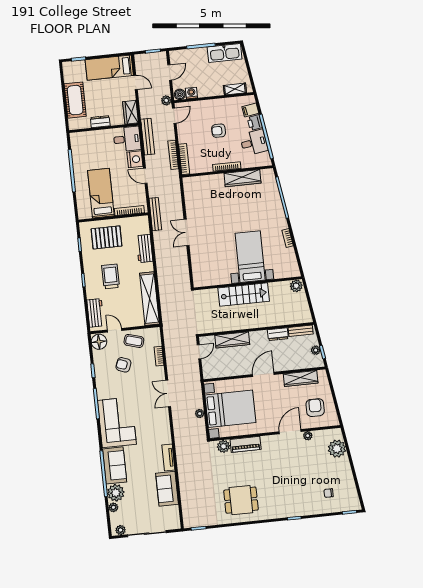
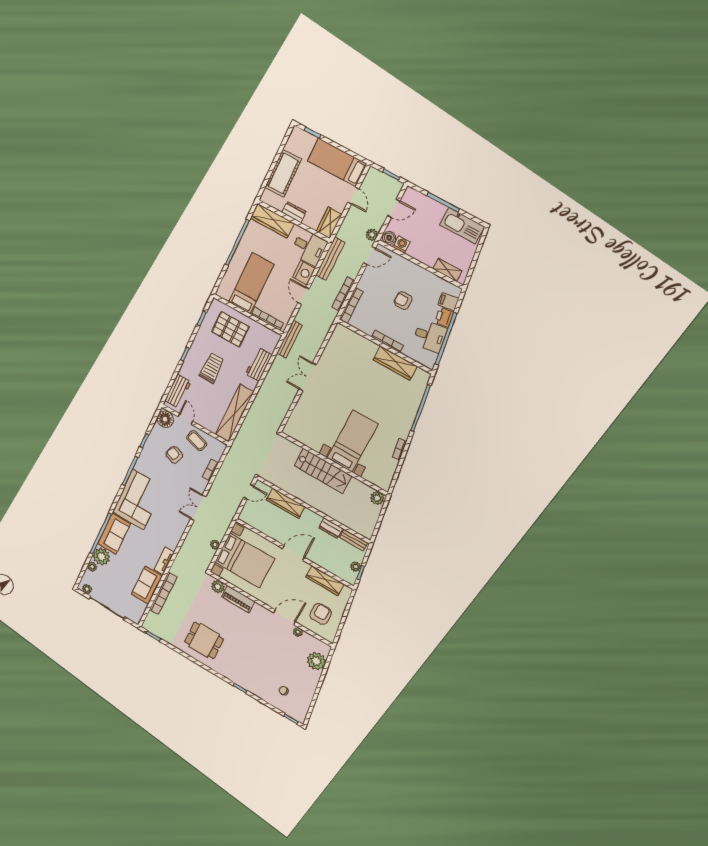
wardrobe: (88, 138) -> (272, 221), added
bookcase: (184, 485) -> (163, 593), added

